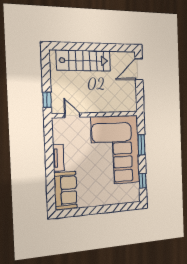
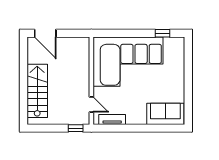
door: (72, 115) -> (91, 105), swing flipped
window: (141, 145) -> (124, 33), removed
tv unit: (58, 158) -> (112, 119), moved

